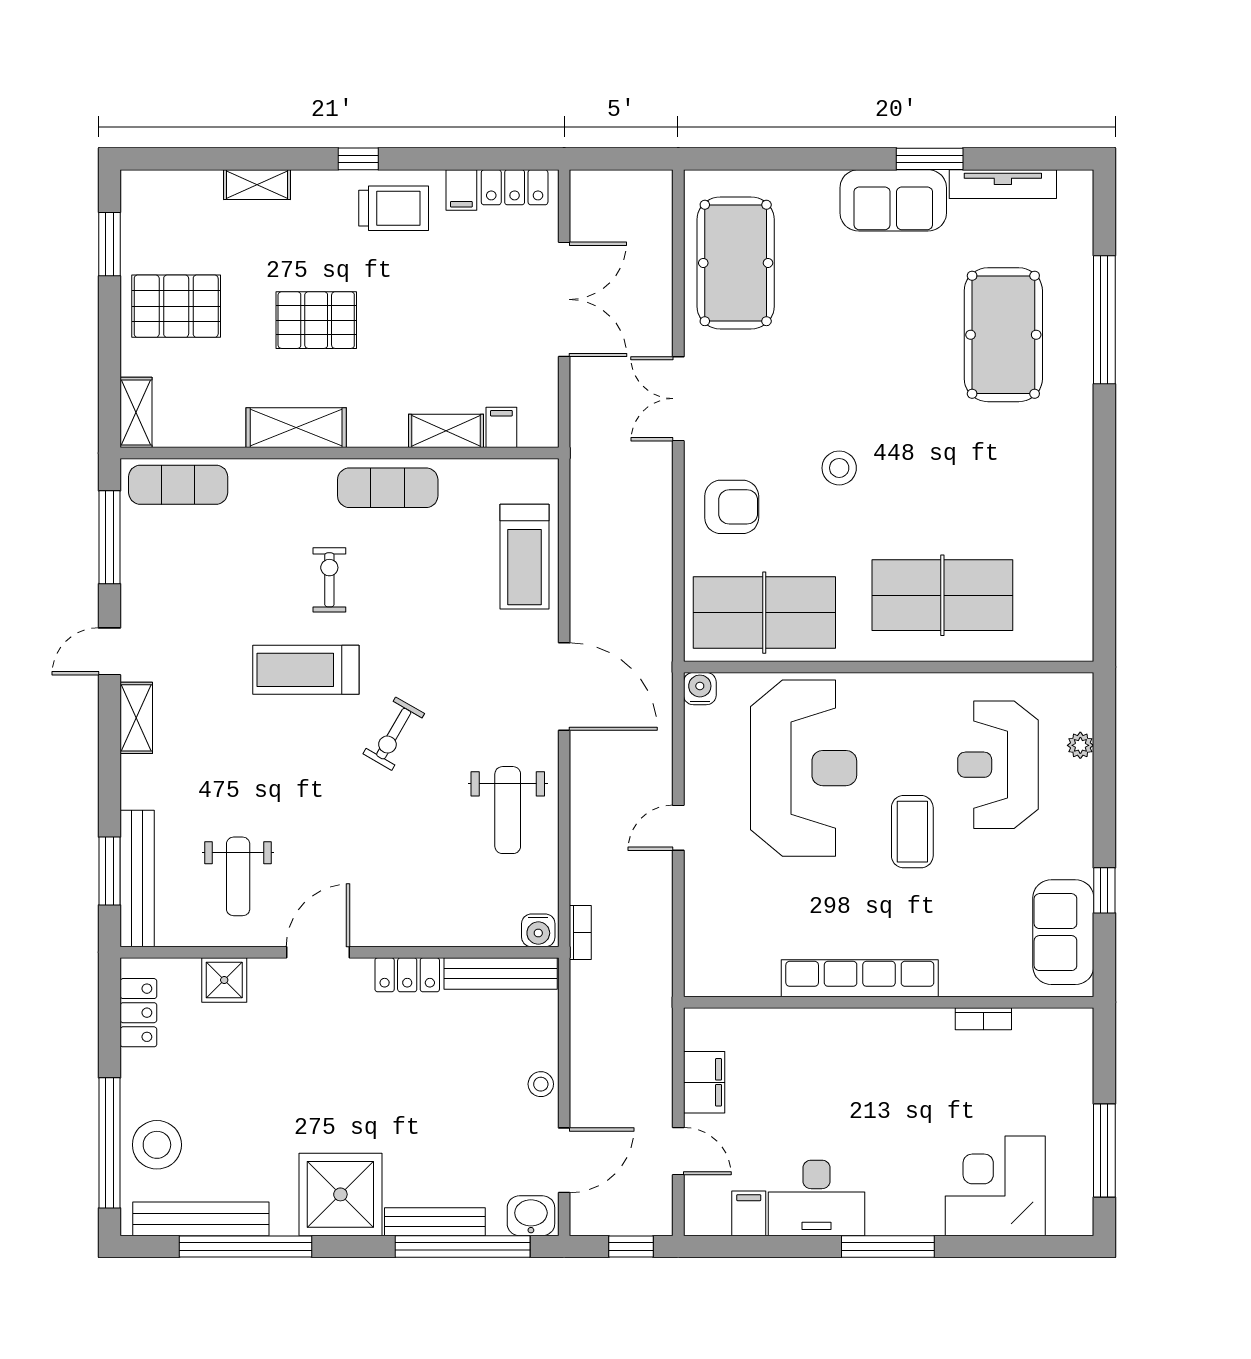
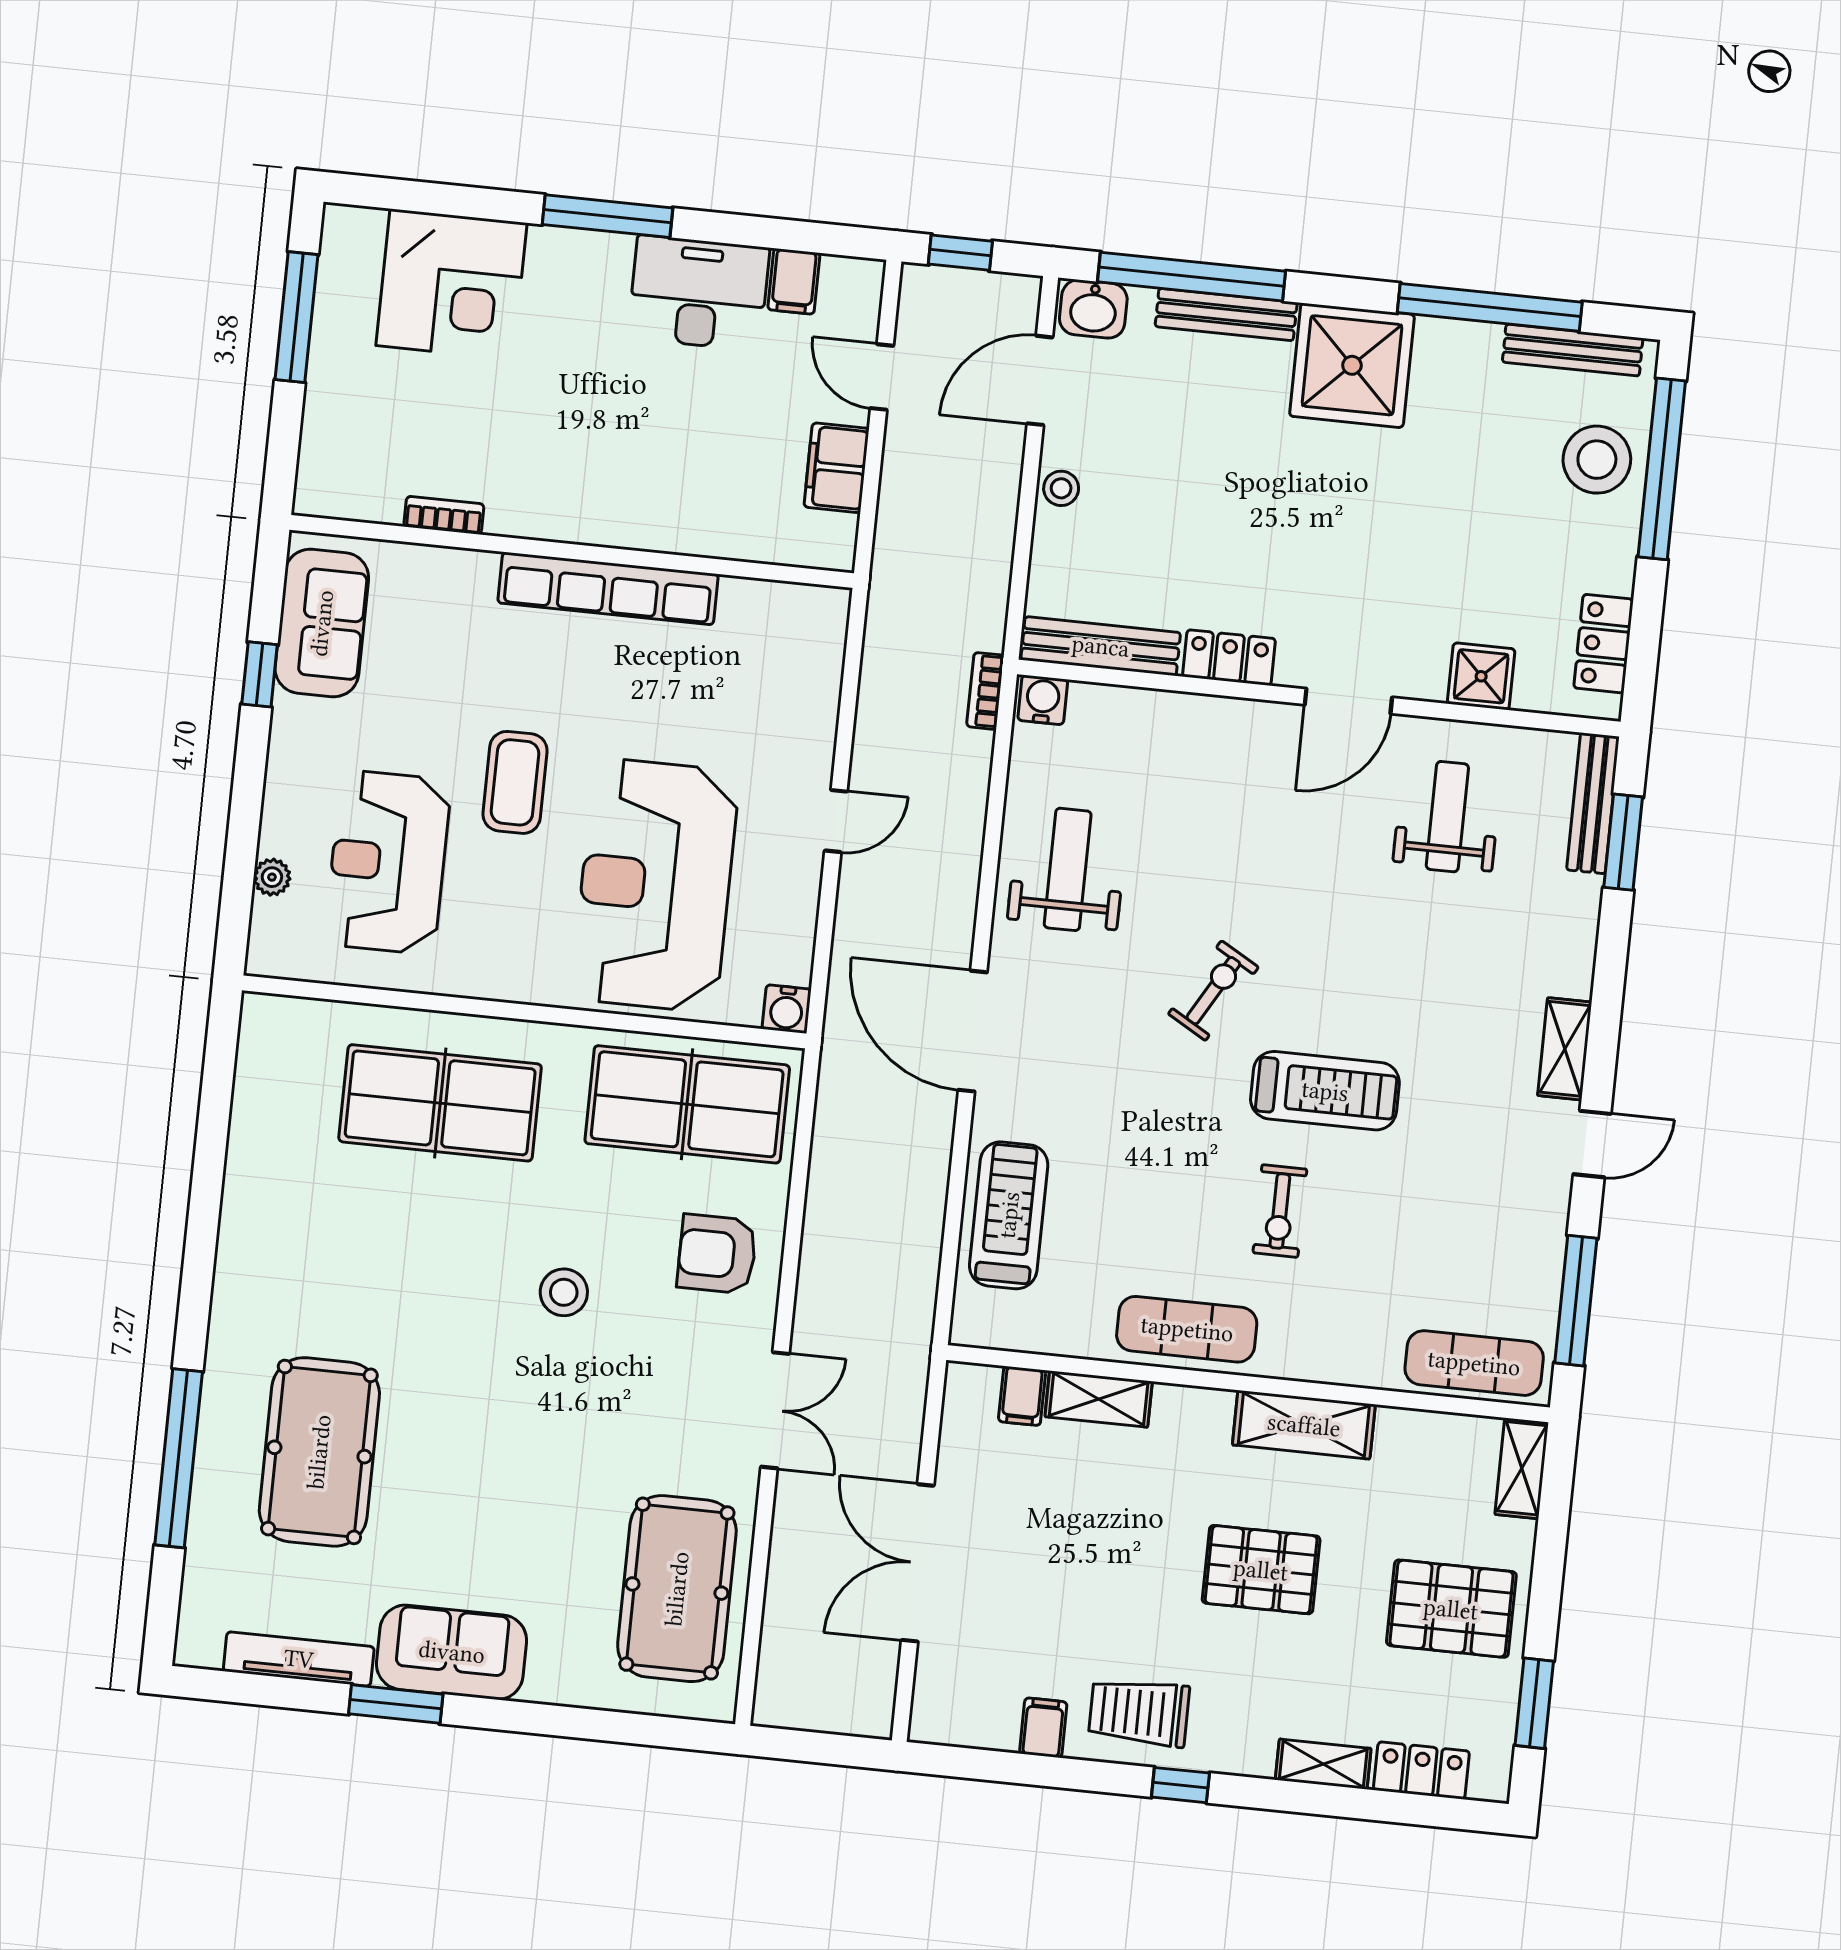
locker: (515, 187) -> (1421, 1771), moved
reception desk: (998, 765) -> (388, 862), turned 180
bench: (137, 879) -> (1593, 803), width x0.73, depth x0.82
bench: (201, 1219) -> (1573, 350), width x0.73, depth x0.82

